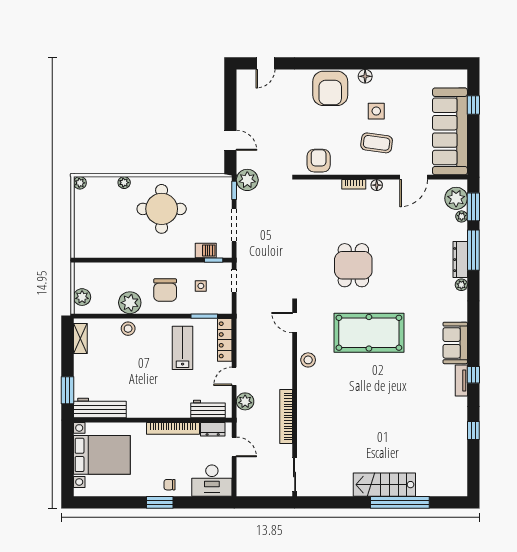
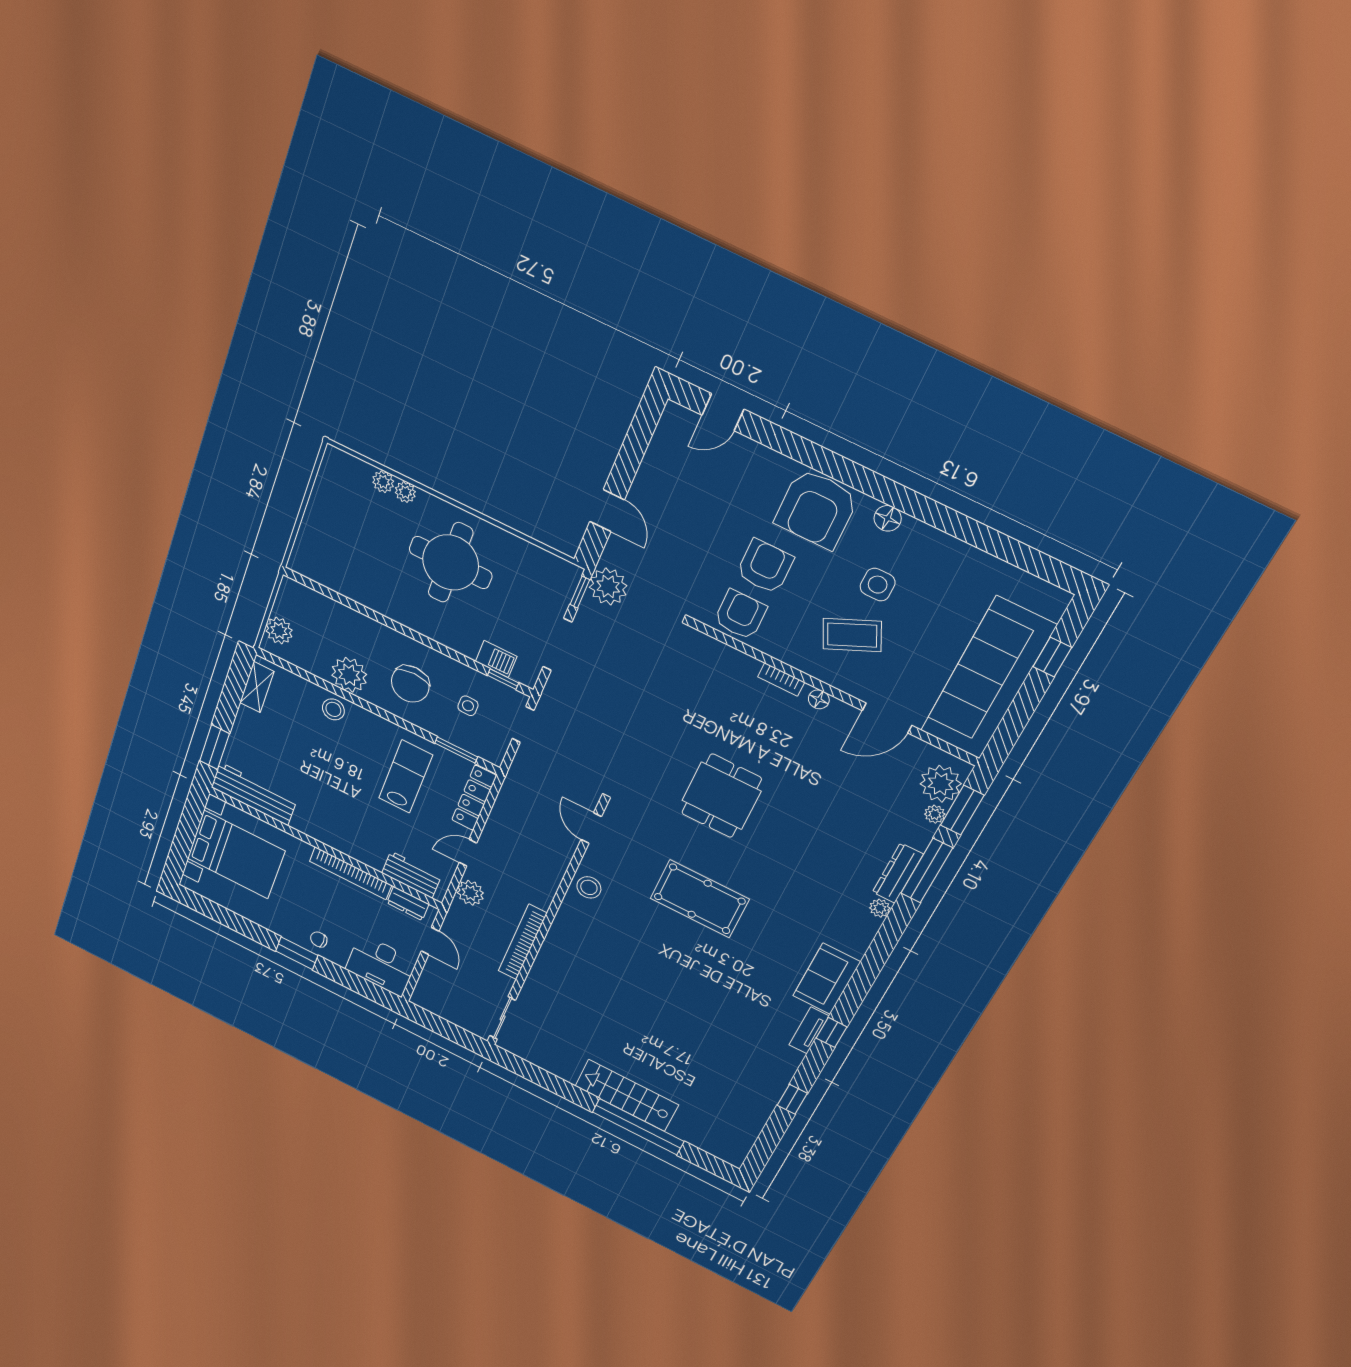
armchair: (319, 130) -> (765, 566), added
coffee table: (377, 143) -> (852, 635), turned -33
plant: (80, 183) -> (383, 482), moved
pool table: (369, 333) -> (700, 899), width x0.73, depth x0.76

